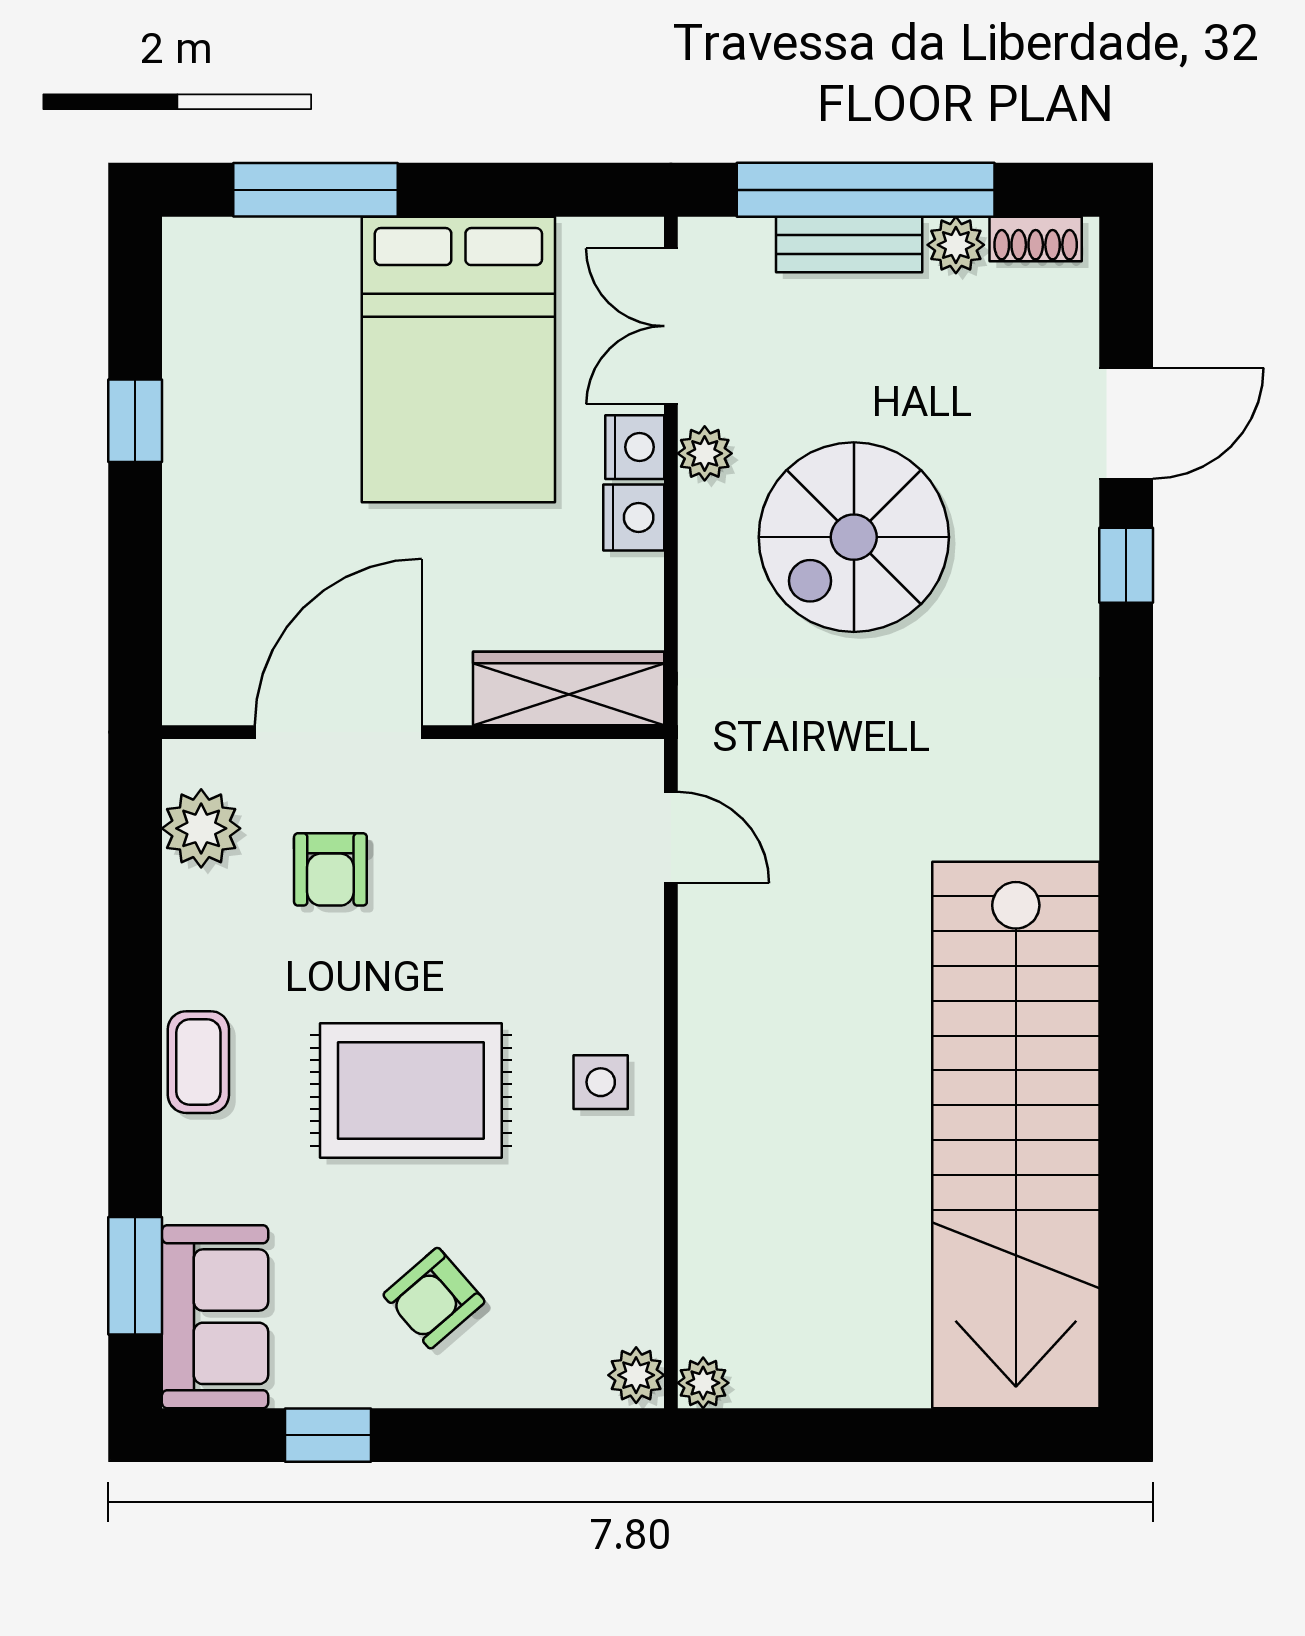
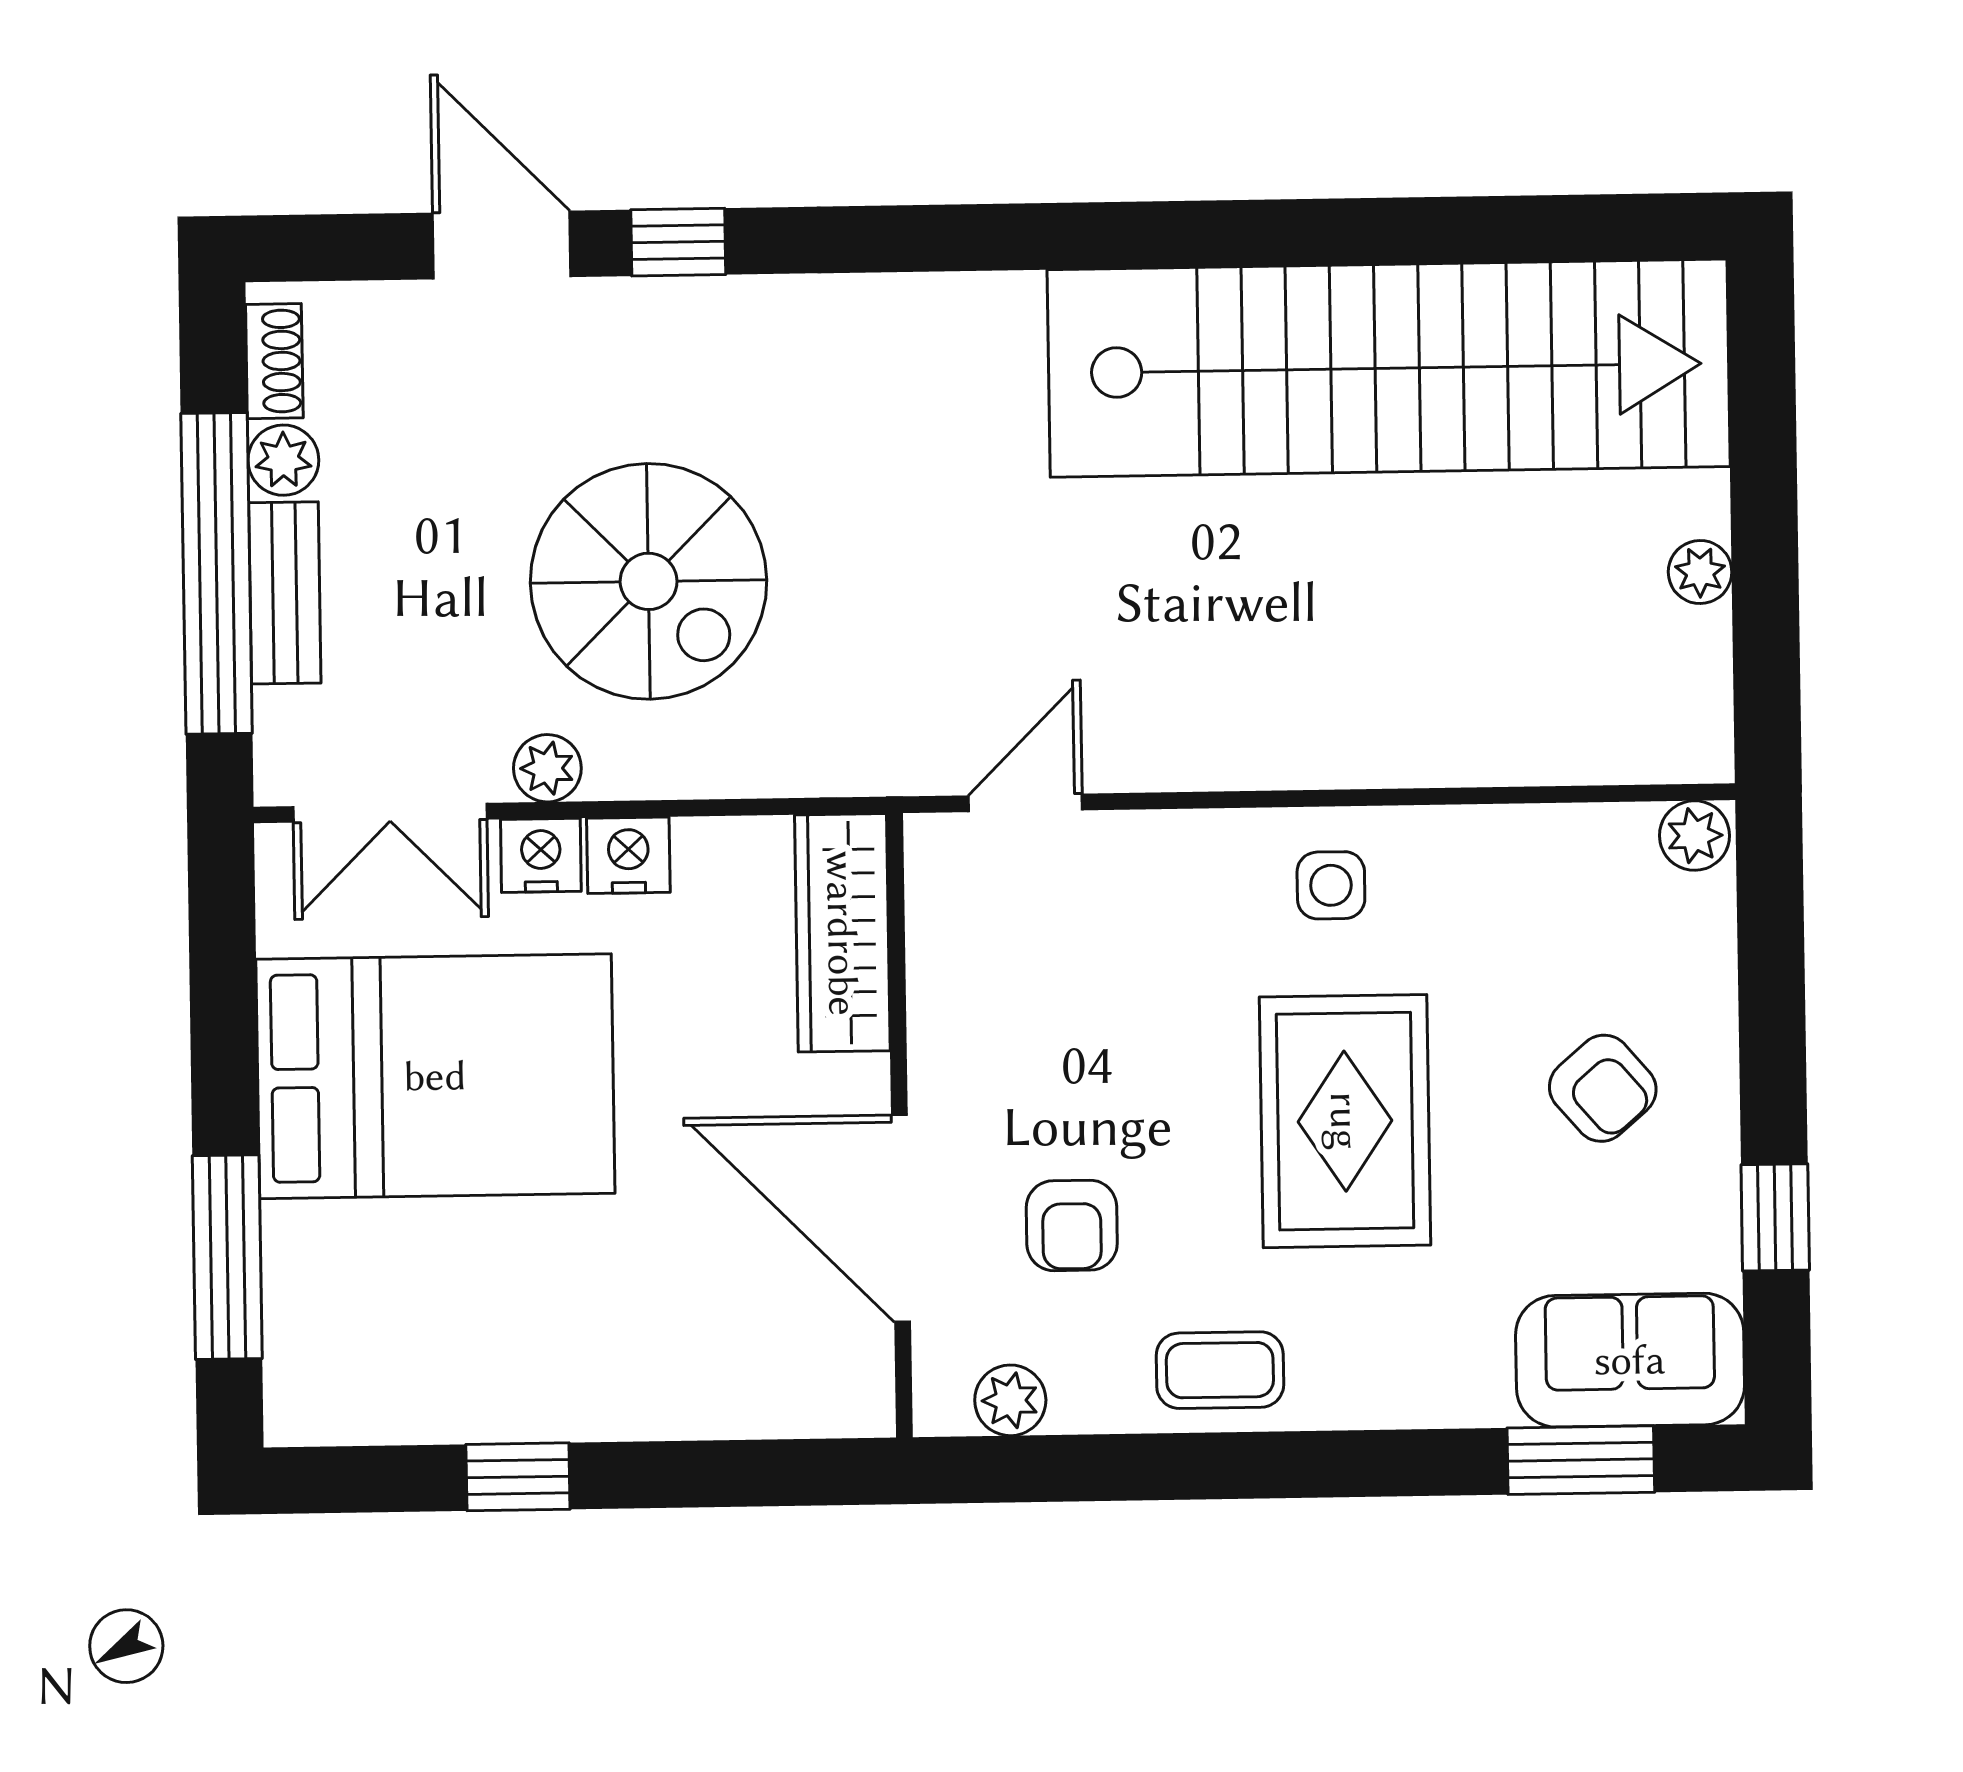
plant: (201, 828) -> (1010, 1400), width x0.73, depth x0.73
armchair: (330, 869) -> (1072, 1225), turned 90
coffee table: (198, 1062) -> (1220, 1370), moved
plant: (703, 1383) -> (1700, 572), moved

